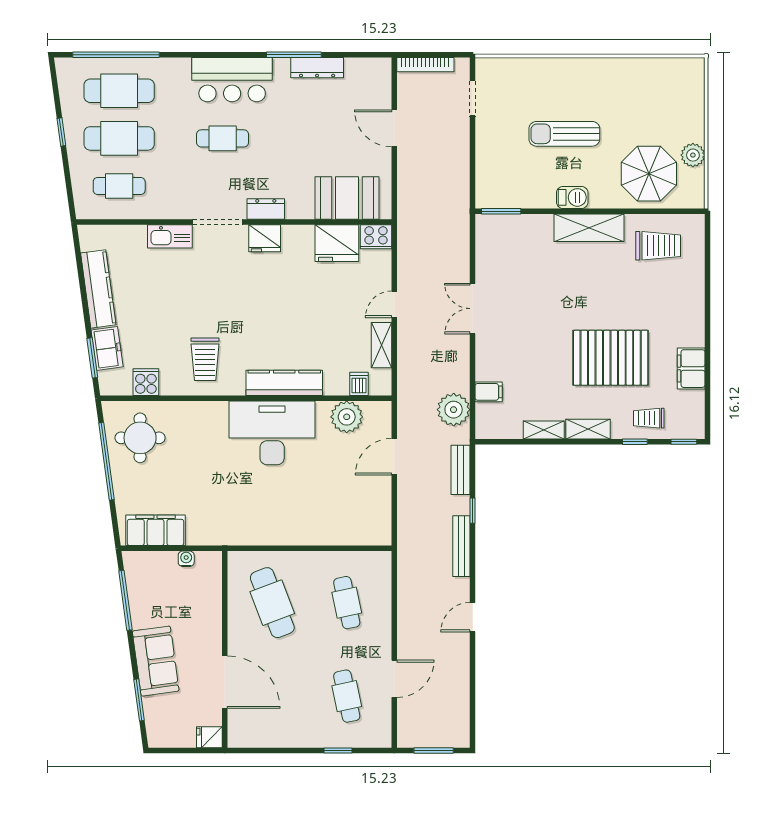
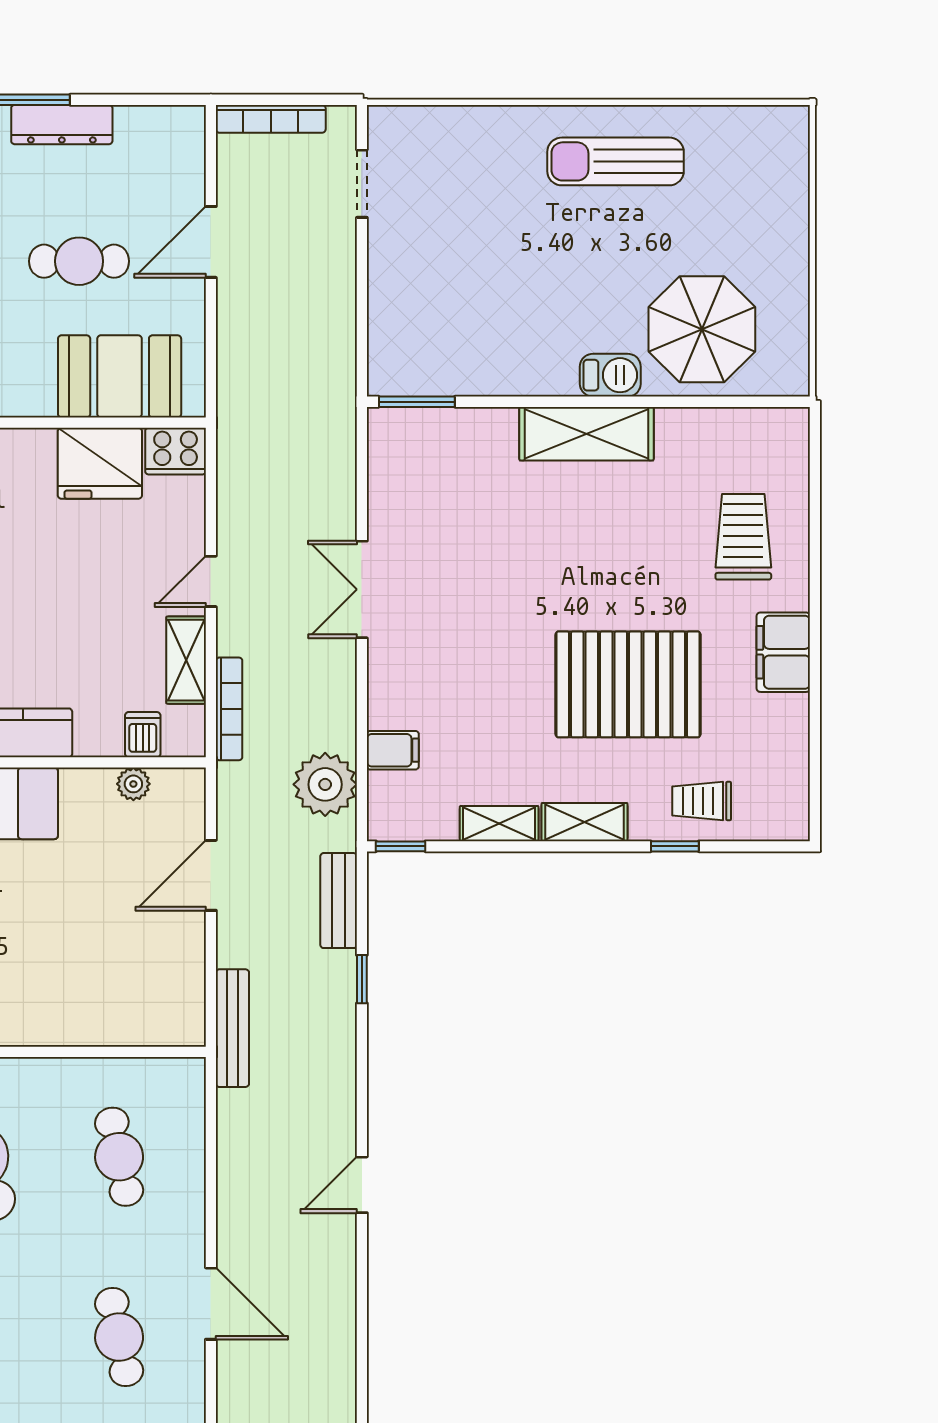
door: (394, 128) -> (211, 242), hinge flipped
sun lounger: (564, 134) -> (616, 161), moved
cafe table: (326, 138) -> (79, 261), added
plant: (693, 155) -> (787, 293), removed
barbecue: (572, 197) -> (610, 375), moved
trolley: (658, 246) -> (743, 537), moved, turned -90
filing cabinet: (691, 369) -> (783, 652), moved
bookcase: (404, 370) -> (229, 709), added
plant: (347, 417) -> (133, 784), width x0.53, depth x0.53
window: (684, 442) -> (401, 846), moved
bench: (461, 546) -> (232, 1028), moved
door: (394, 679) -> (211, 1304), hinge flipped

